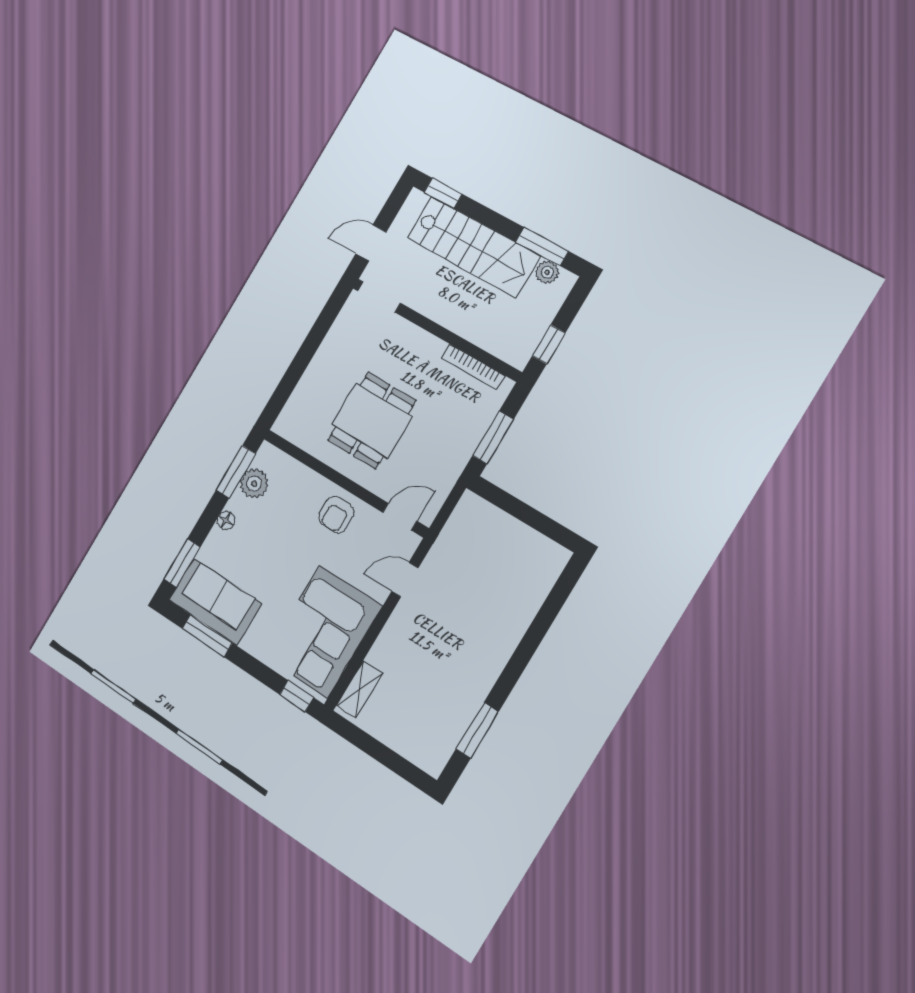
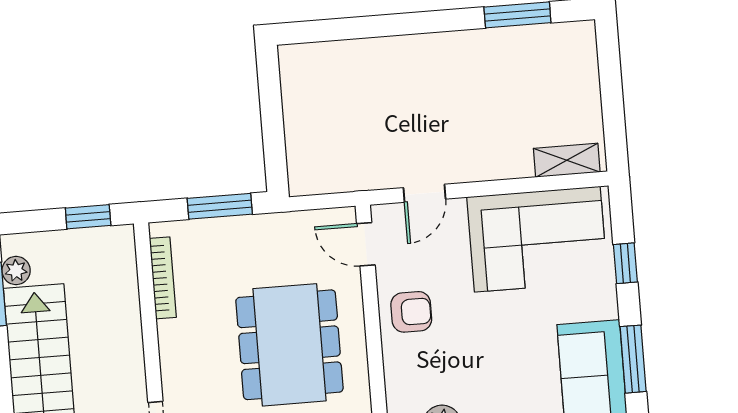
dining table: (372, 420) -> (289, 345), width x1.38
door: (405, 580) -> (424, 193), hinge flipped
window: (297, 696) -> (625, 263), moved

